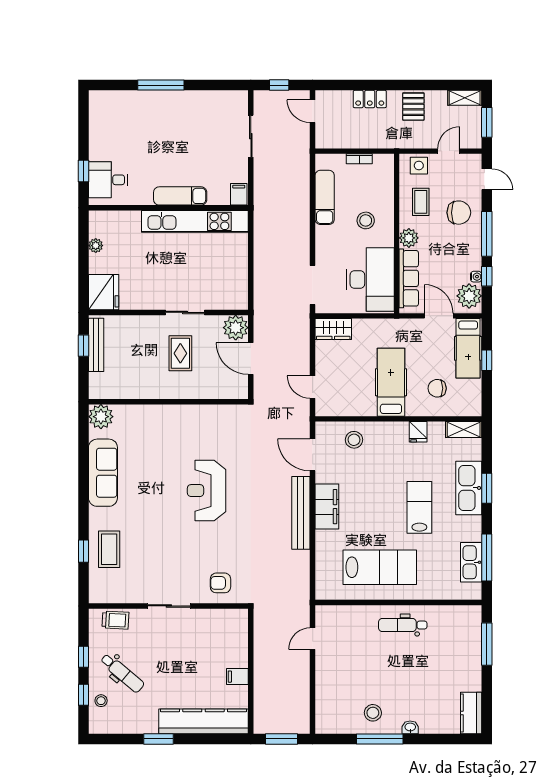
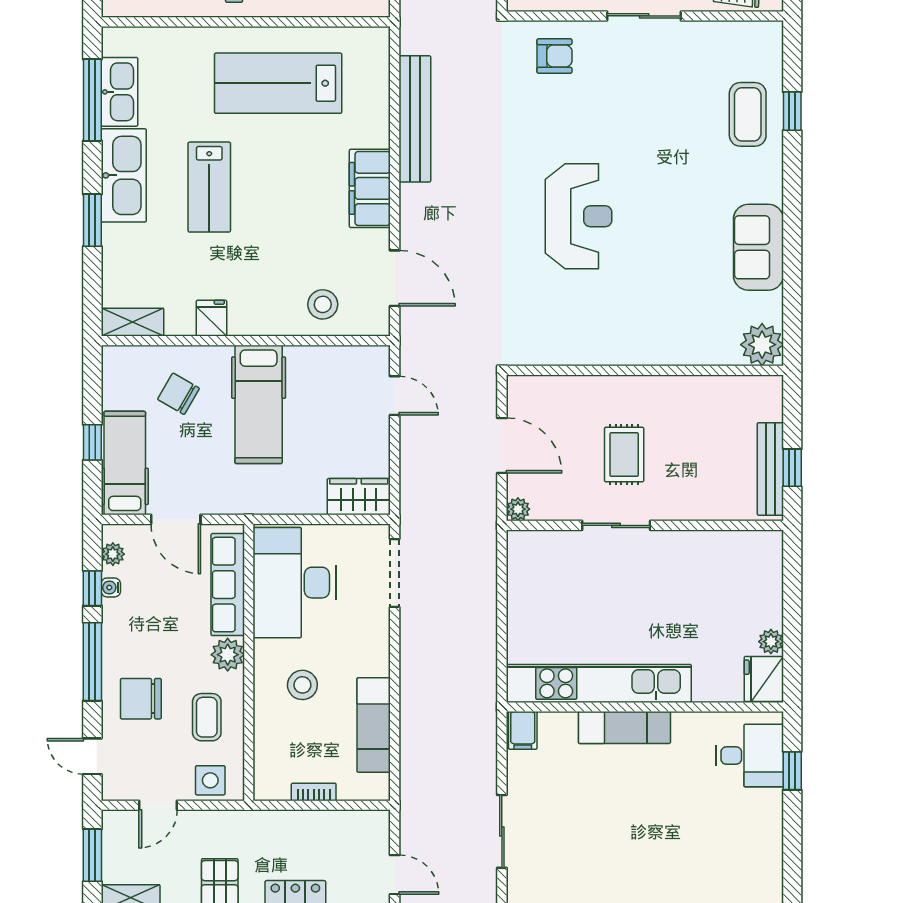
fridge: (104, 292) -> (764, 679), moved, width x0.73, depth x0.75
plant: (469, 296) -> (113, 554), width x0.53, depth x0.53
plant: (236, 328) -> (518, 509), width x0.53, depth x0.53
chair: (437, 388) -> (179, 394), turned -150
sofa: (103, 473) -> (758, 247), width x0.73
kitchen sink: (469, 488) -> (124, 175), moved
bench: (301, 513) -> (415, 119), moved

